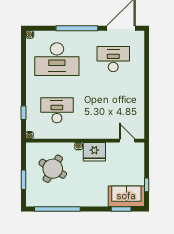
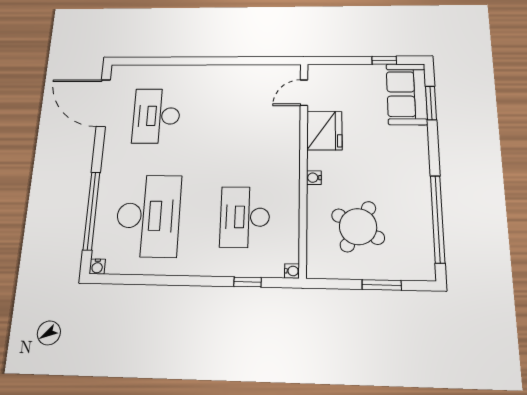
window: (77, 28) -> (92, 211), moved
fridge: (94, 152) -> (324, 131), moved

